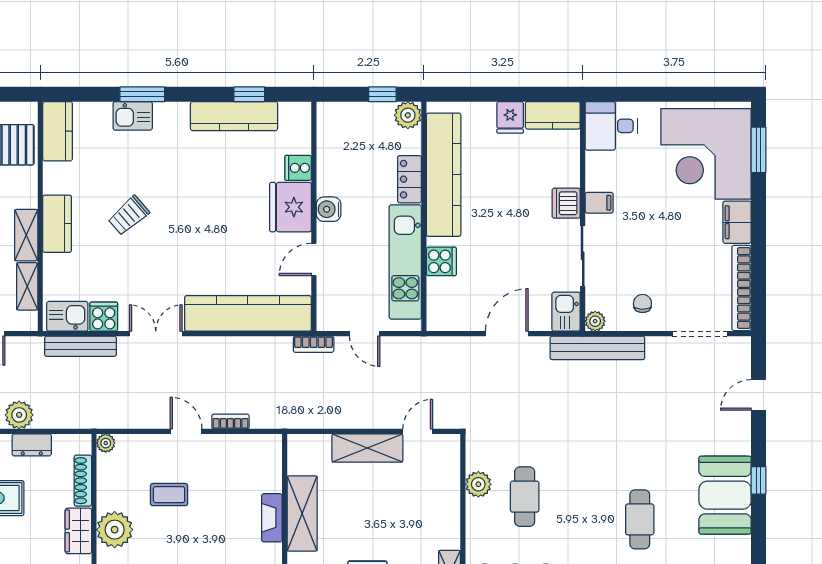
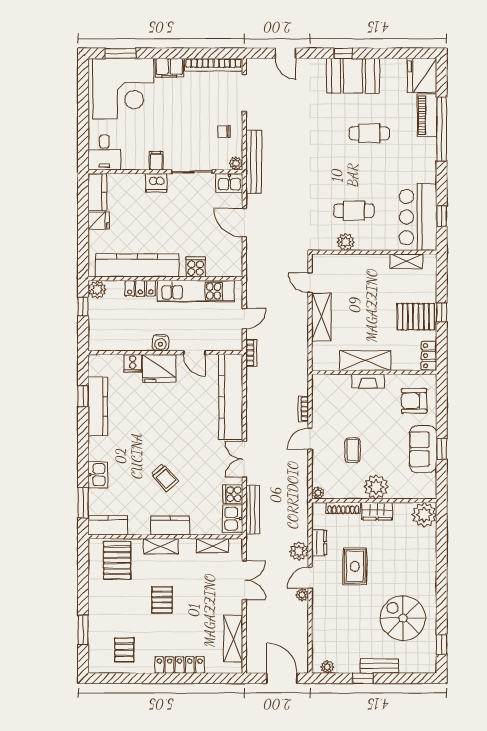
window: (142, 94) -> (83, 503), moved
shelving: (26, 235) -> (161, 546), moved

